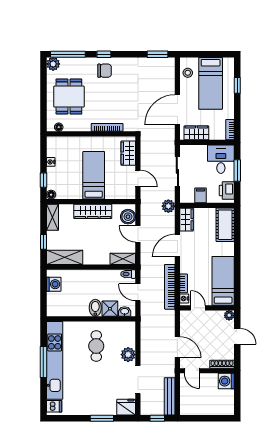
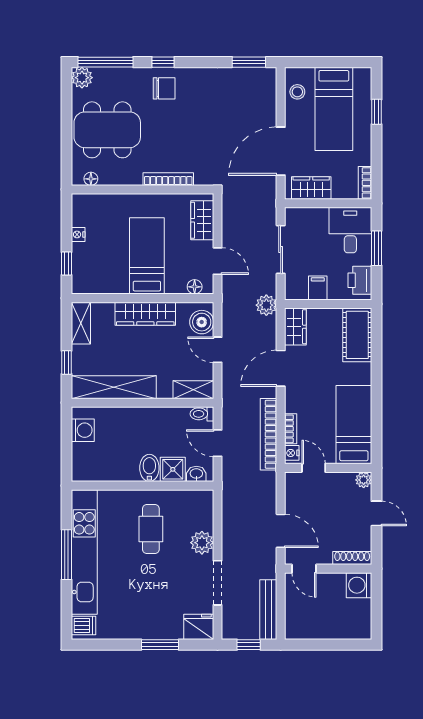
dining table: (69, 97) -> (107, 130), width x1.38
floor lamp: (51, 195) -> (195, 287), moved
shelving: (65, 257) -> (114, 387), width x1.47

